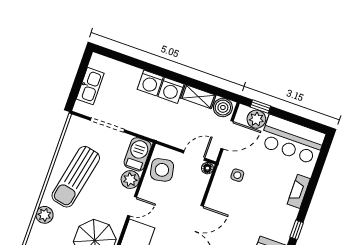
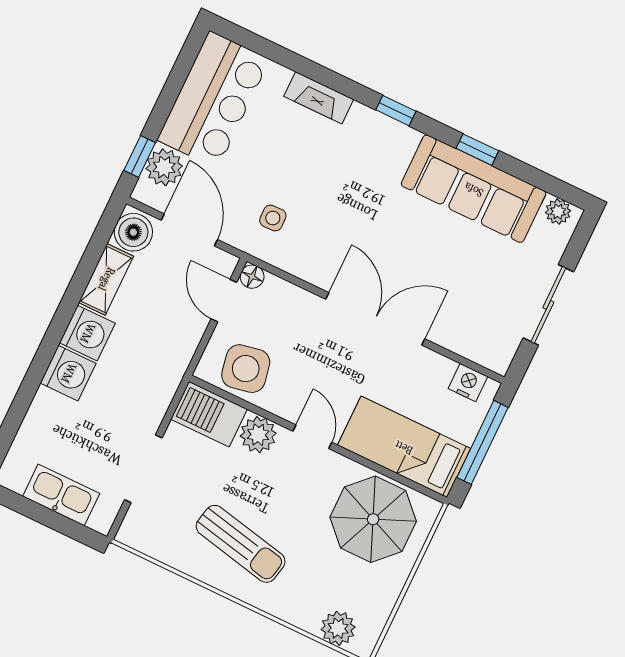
sun lounger: (76, 177) -> (241, 544), width x0.73, depth x0.75
plant: (44, 215) -> (338, 628), moved

